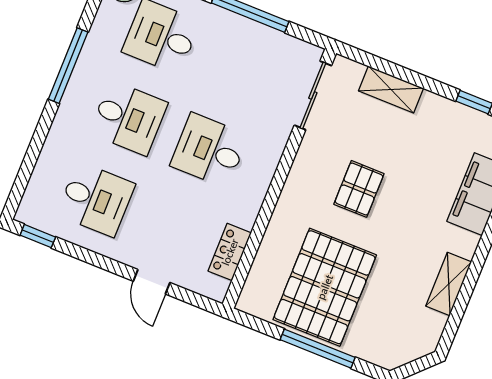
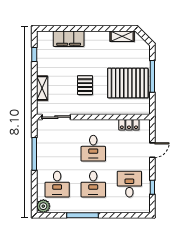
desk: (129, 118) -> (93, 184), turned 180
pallet: (359, 189) -> (85, 85), turned 90
window: (38, 236) -> (152, 187), moved
shelving: (449, 284) -> (122, 36), moved

